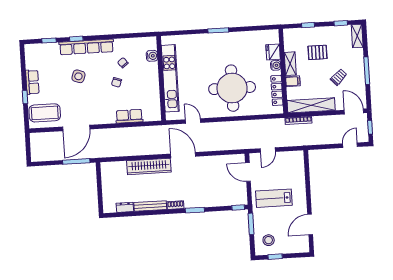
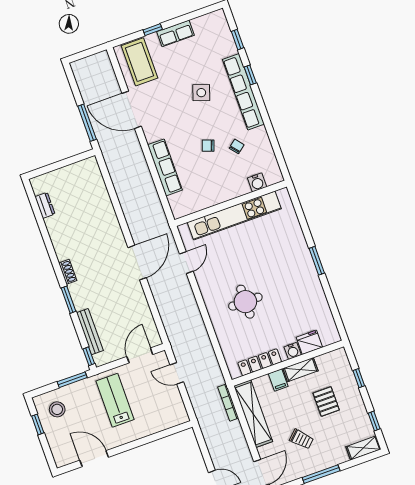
round table: (232, 88) -> (245, 302), width x0.54, depth x0.54
row of seats: (129, 116) -> (165, 167), width x1.48
wardrobe: (149, 166) -> (109, 221), removed
bench: (150, 206) -> (90, 332), moved

